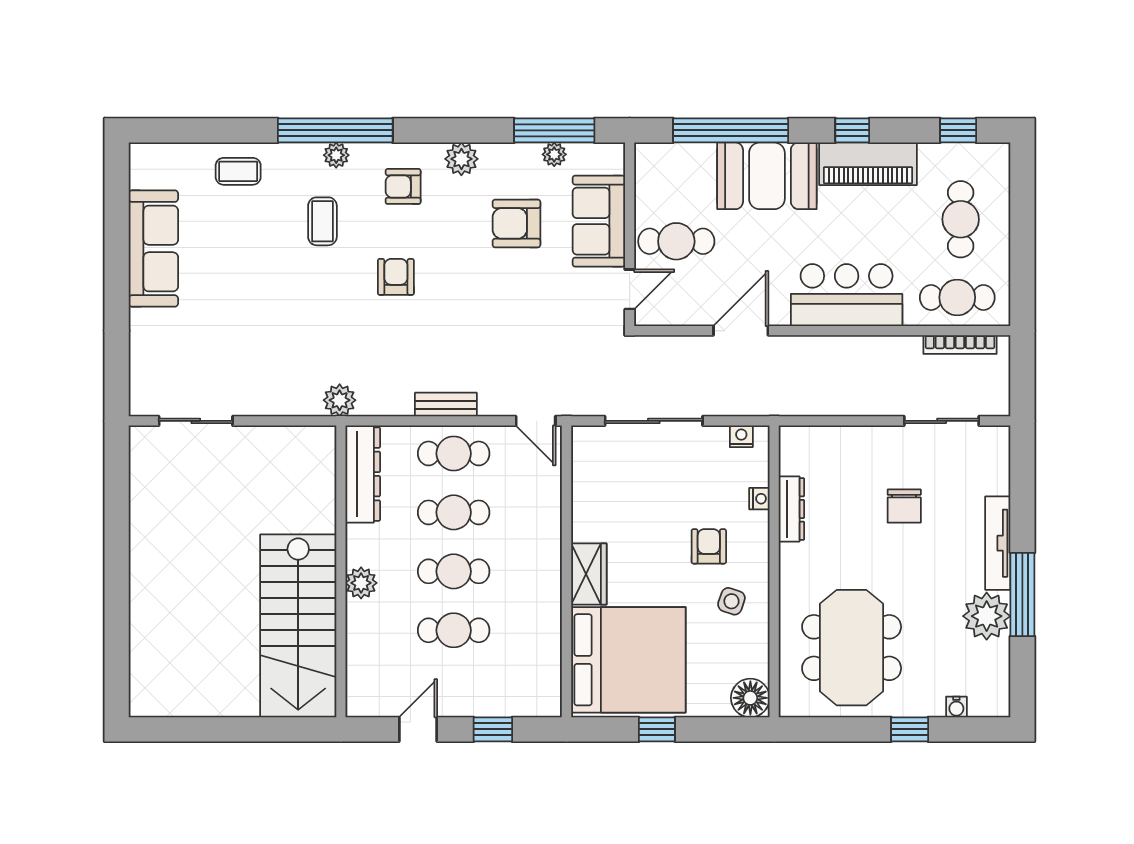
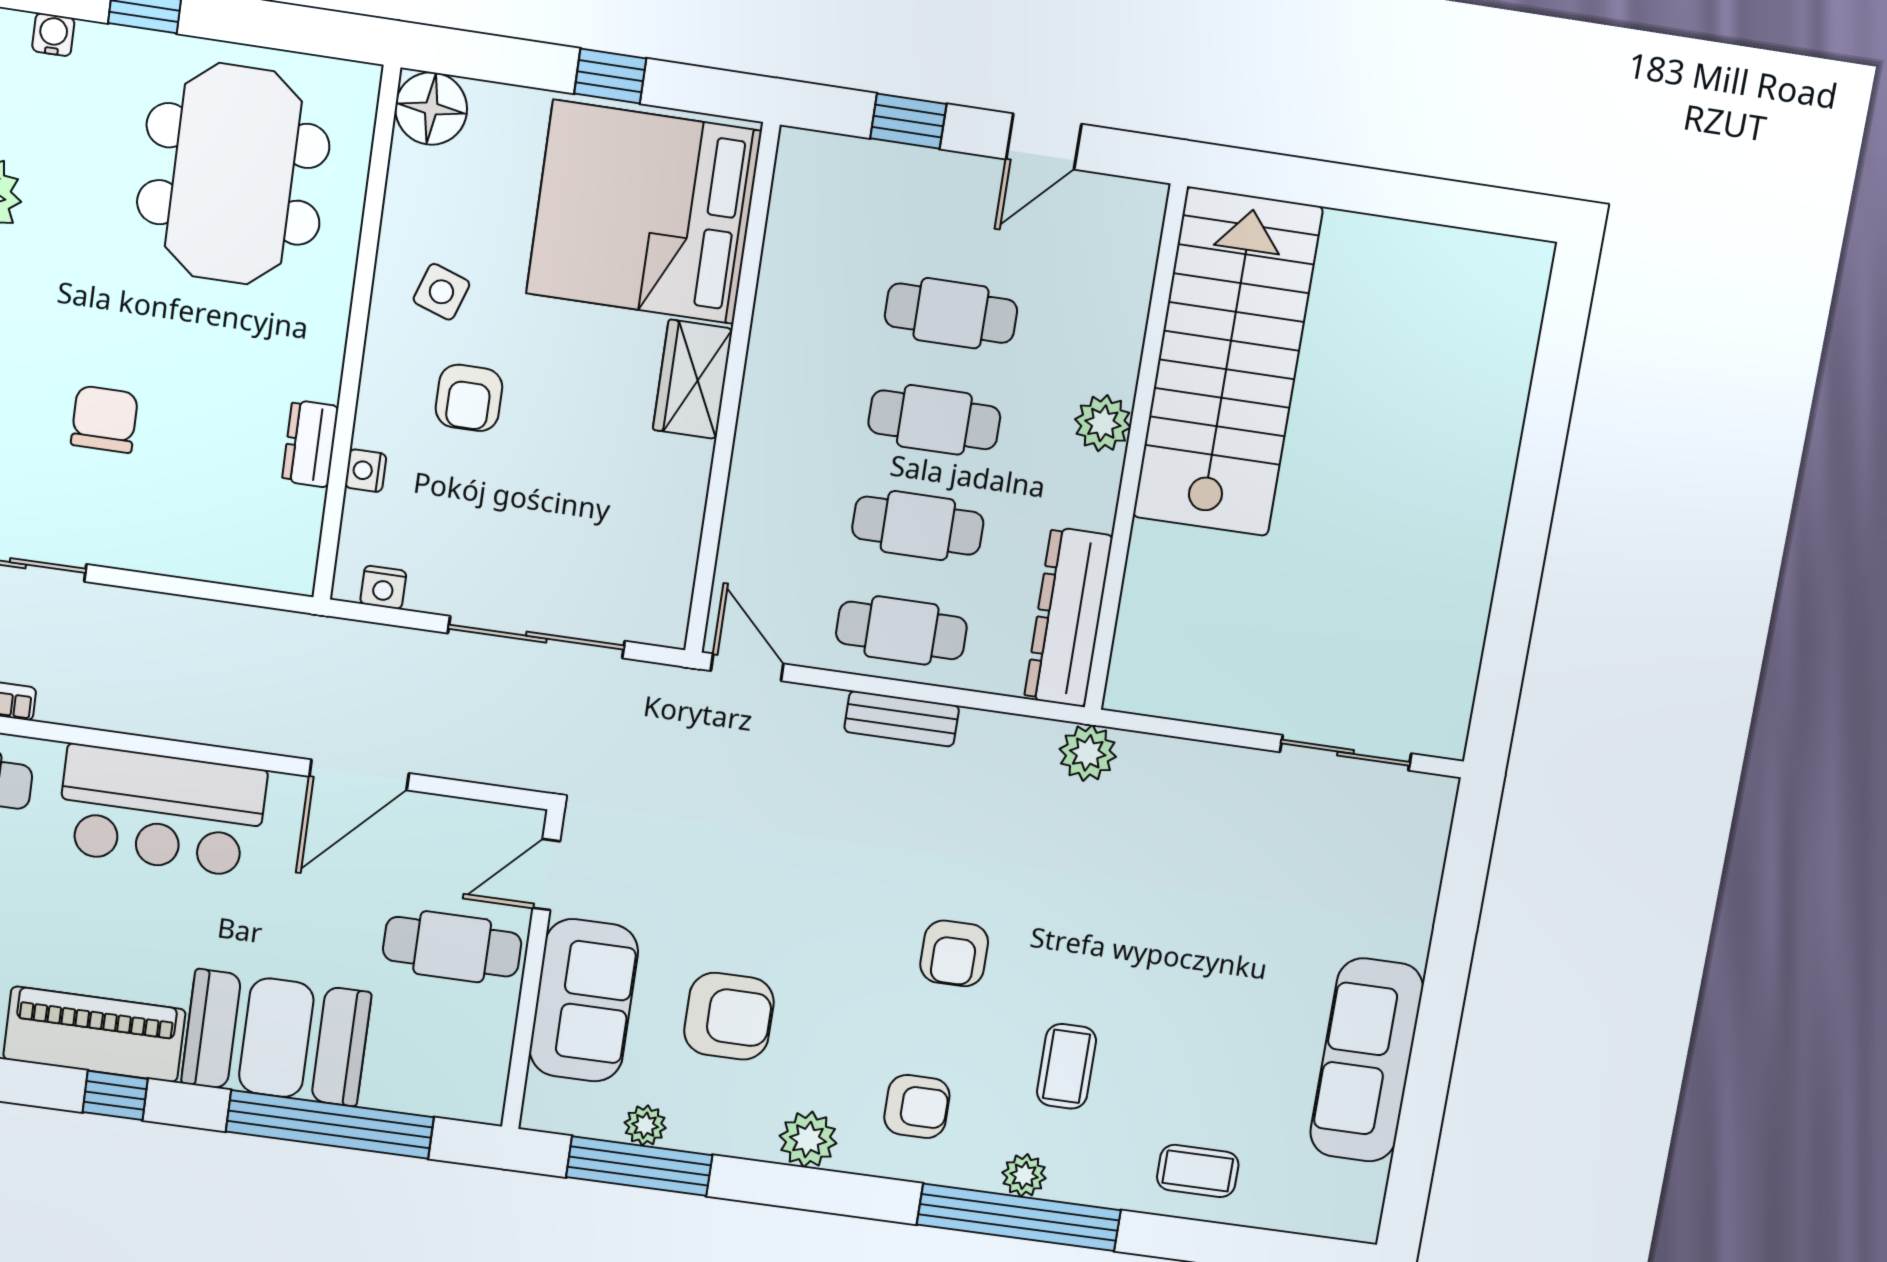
dresser: (791, 509) -> (310, 444), width x0.70

